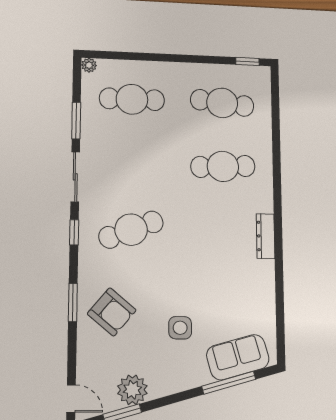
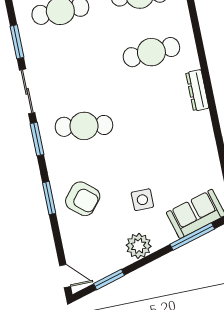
cafe table: (131, 230) -> (84, 126), turned 30
window: (74, 232) -> (37, 139), width x1.50
dresser: (266, 236) -> (197, 90), moved
plant: (132, 390) -> (139, 246), moved

